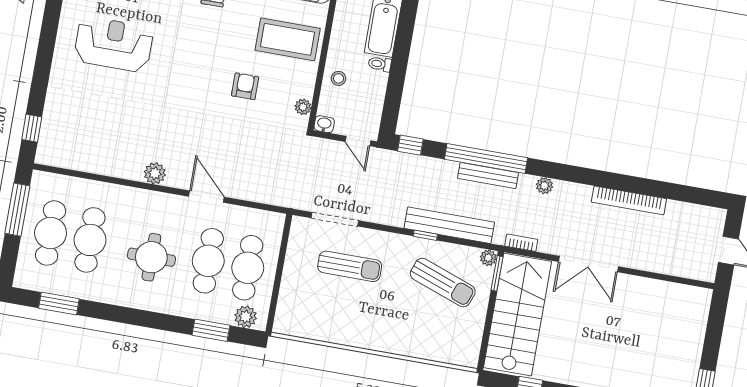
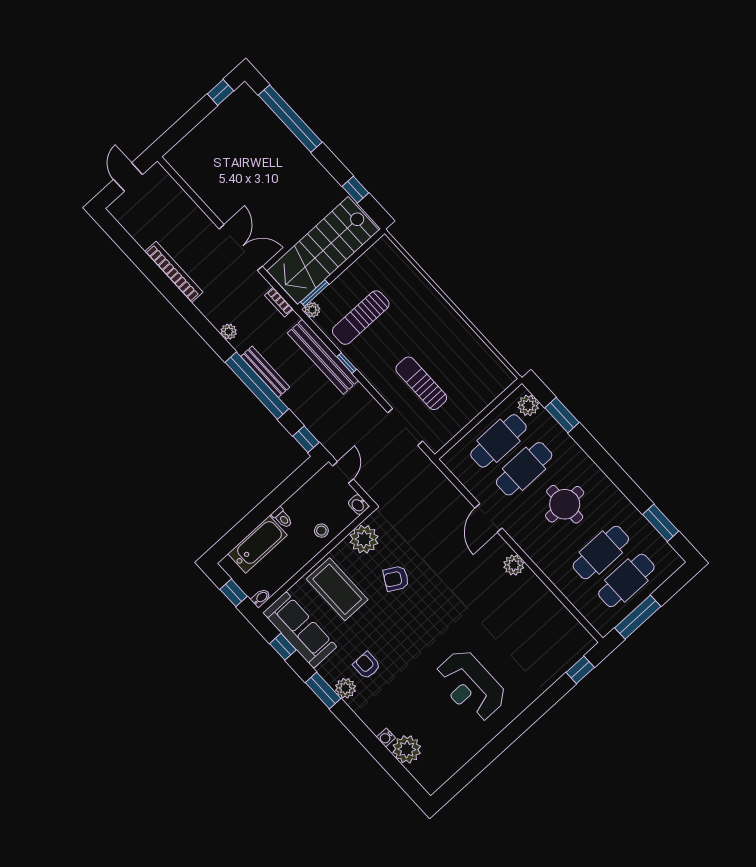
armchair: (245, 86) -> (396, 579), turned 30
plant: (303, 107) -> (364, 539), width x1.88, depth x1.88
sun lounger: (443, 283) -> (361, 318), turned -110

